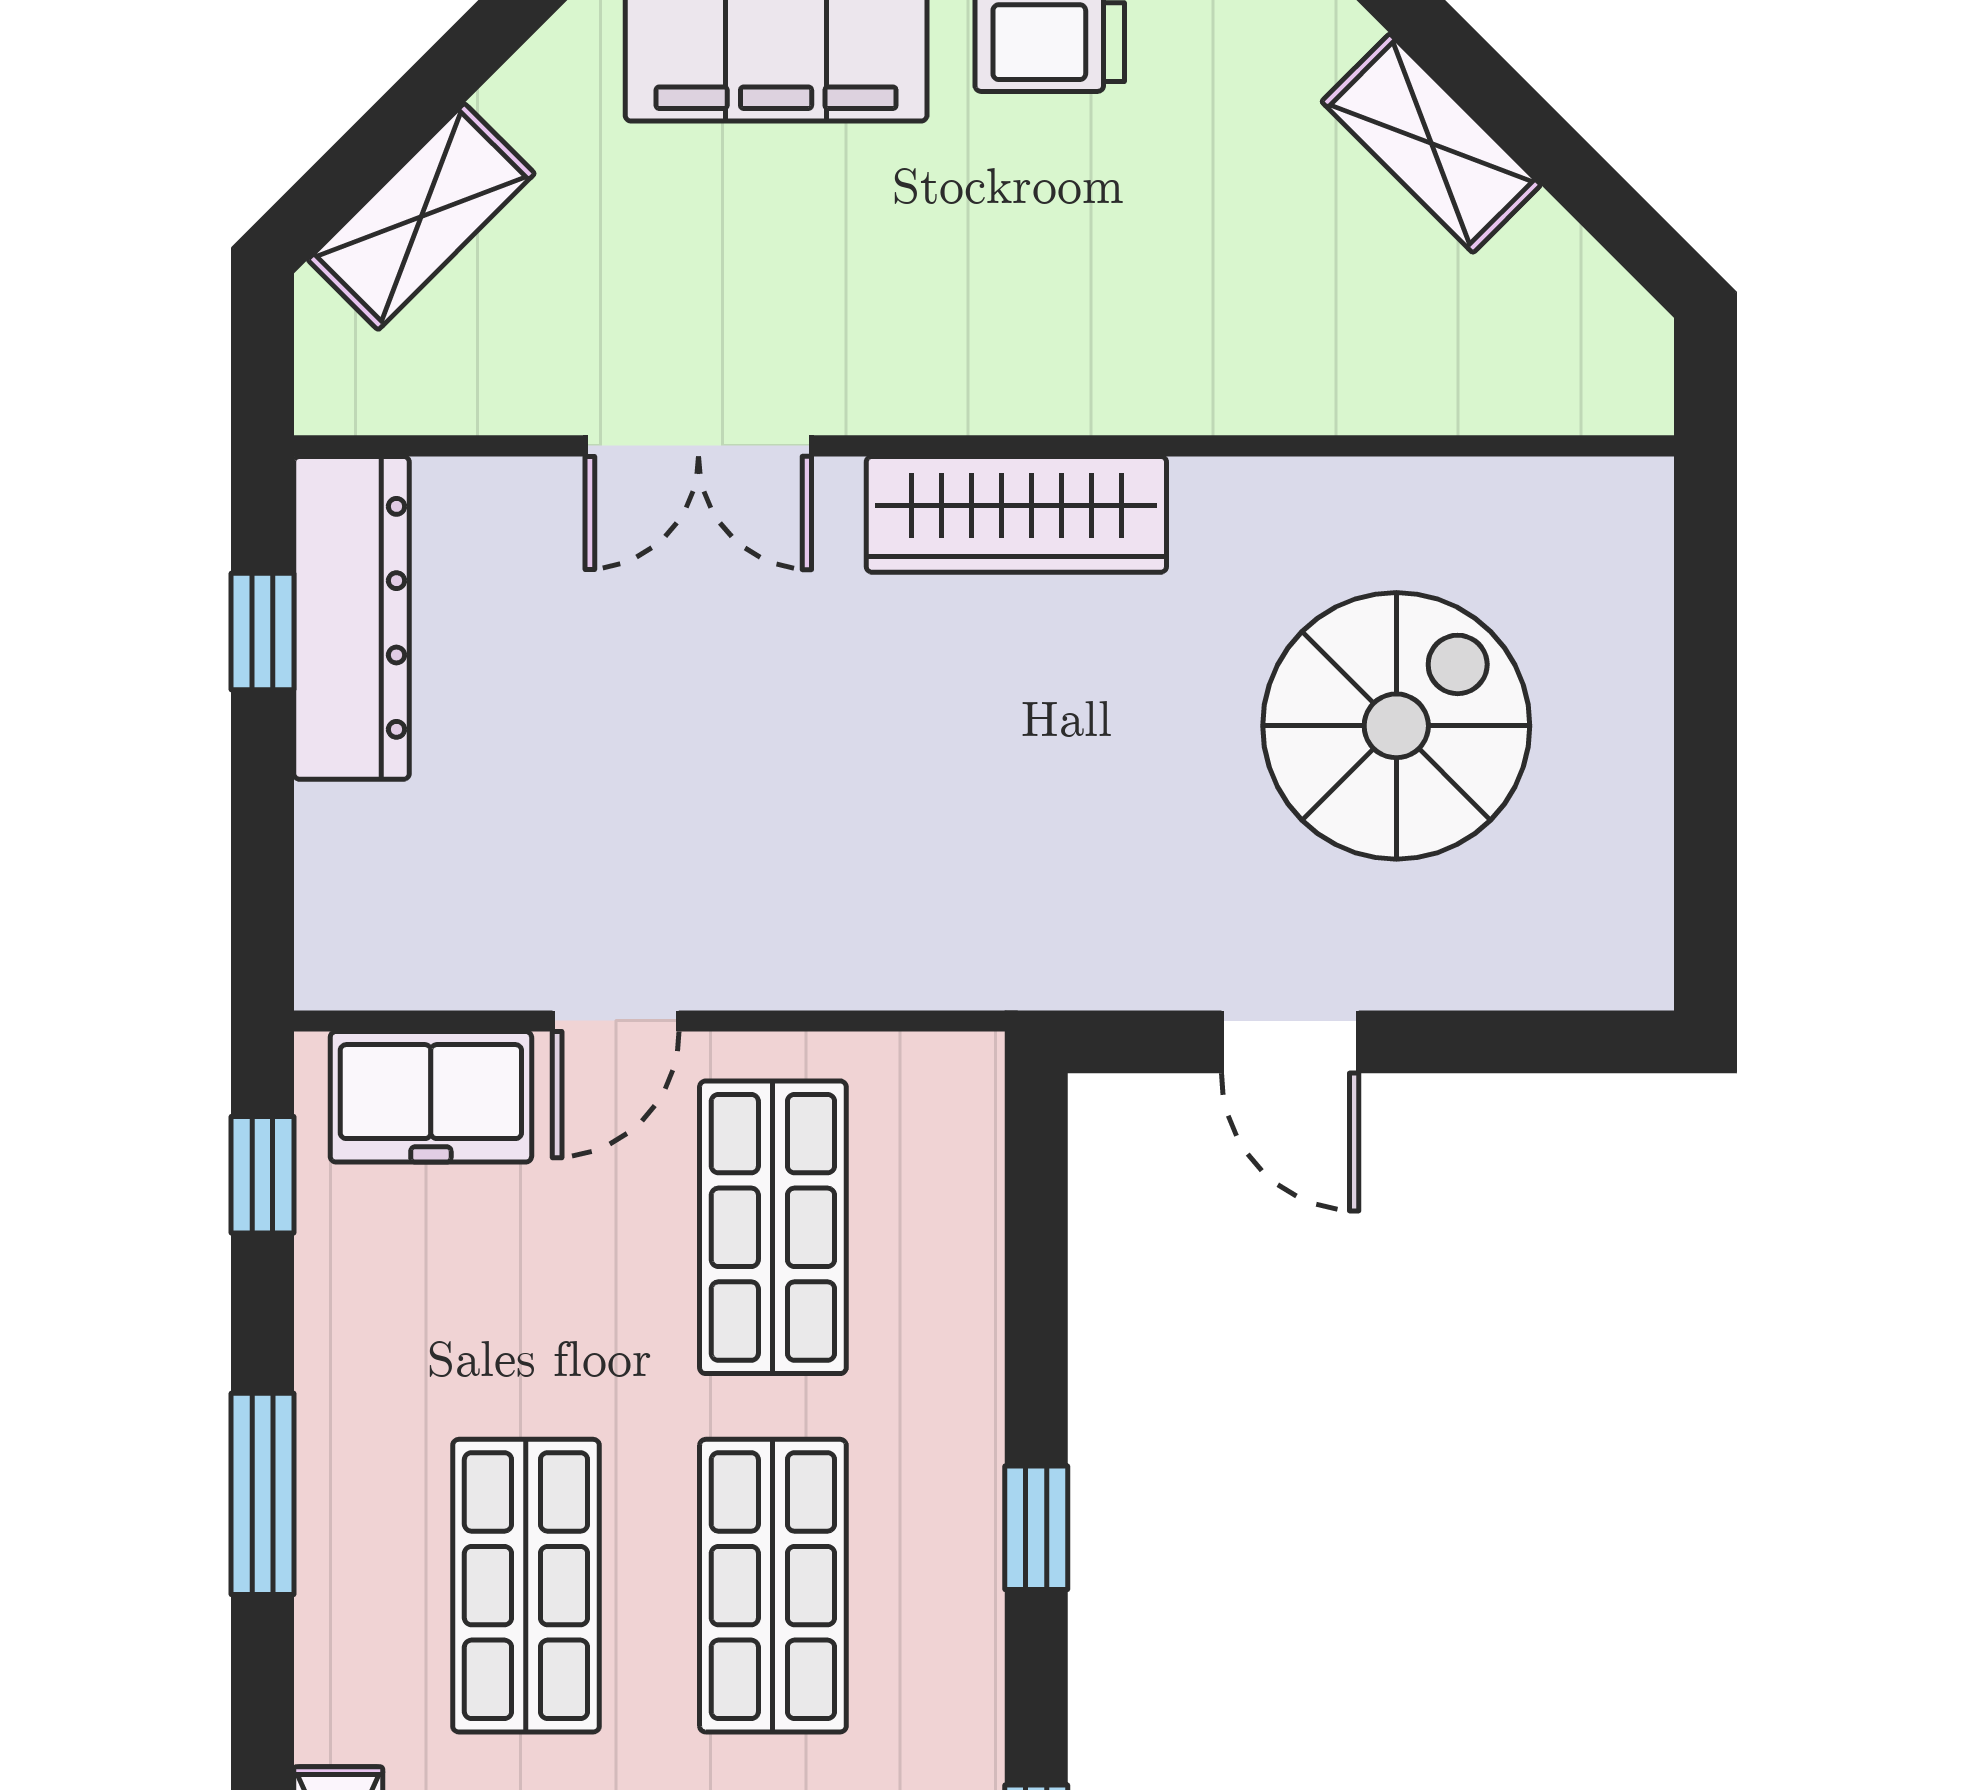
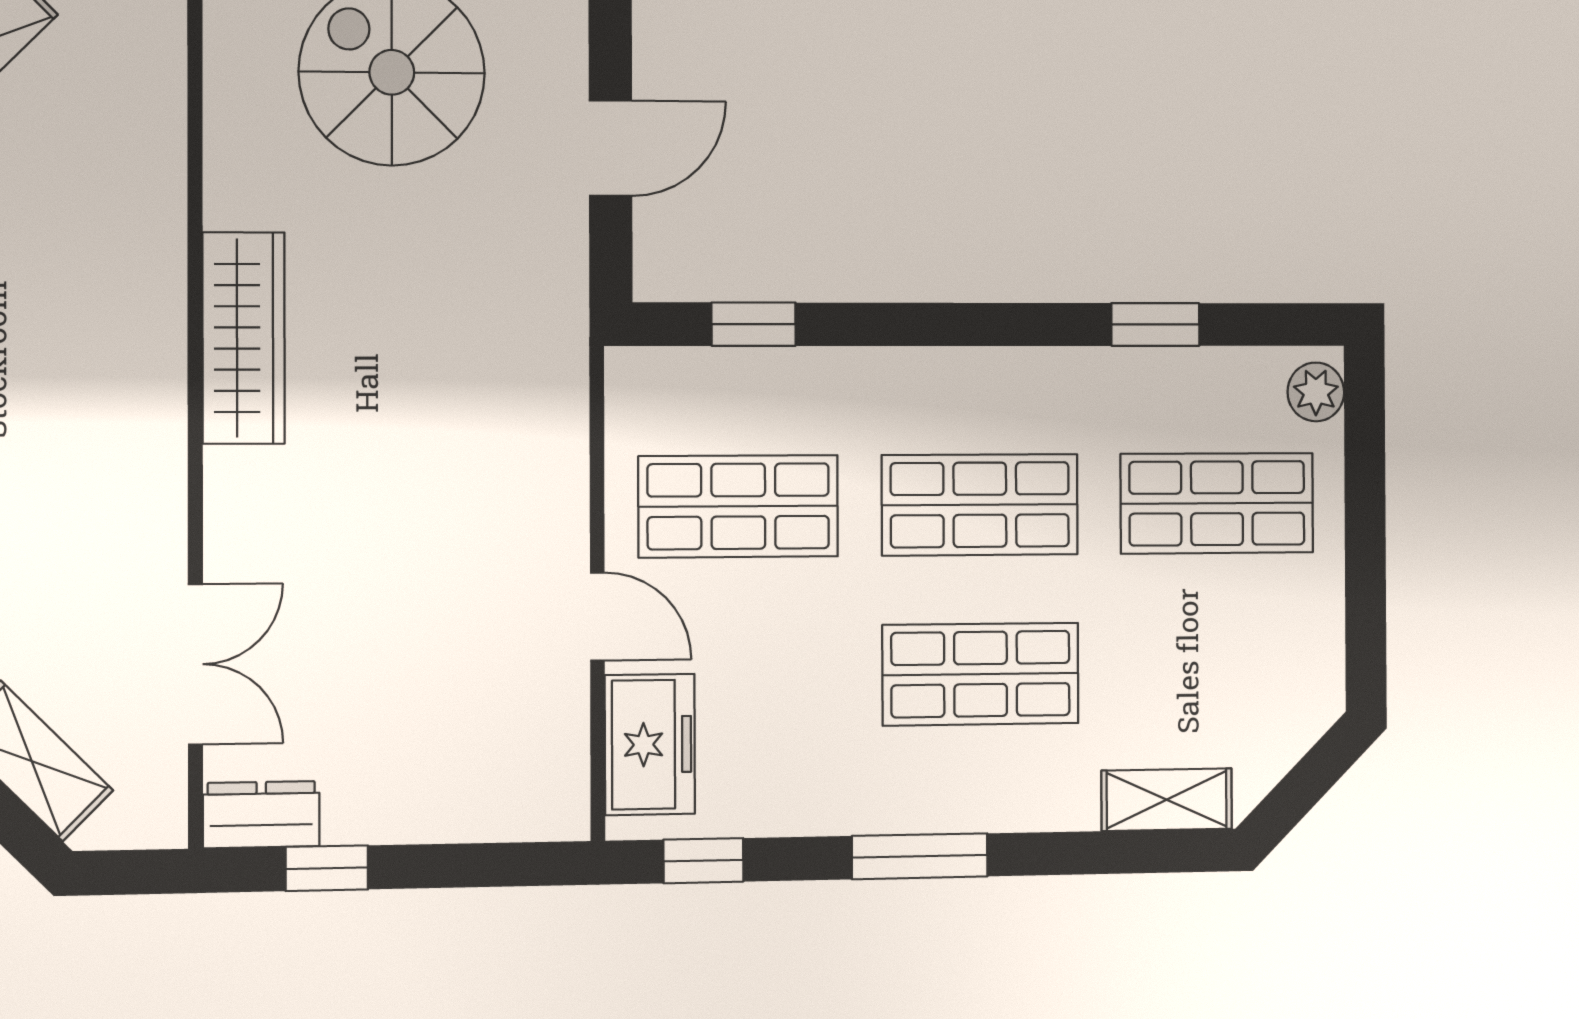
double door: (698, 446) -> (195, 664), moved
dresser: (352, 618) -> (261, 815), width x0.51, depth x0.80
window: (1036, 1528) -> (754, 324), moved

